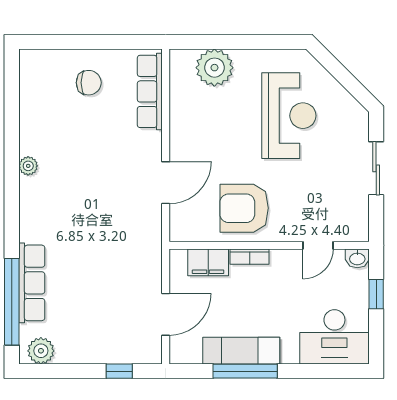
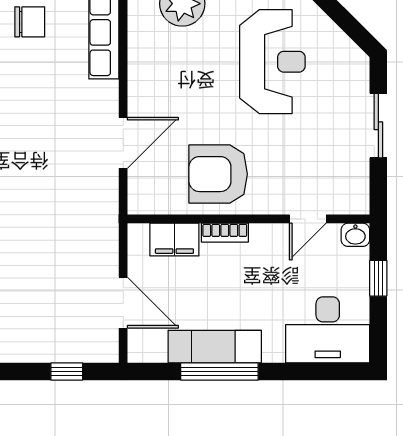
door: (166, 314) -> (123, 303), hinge flipped

